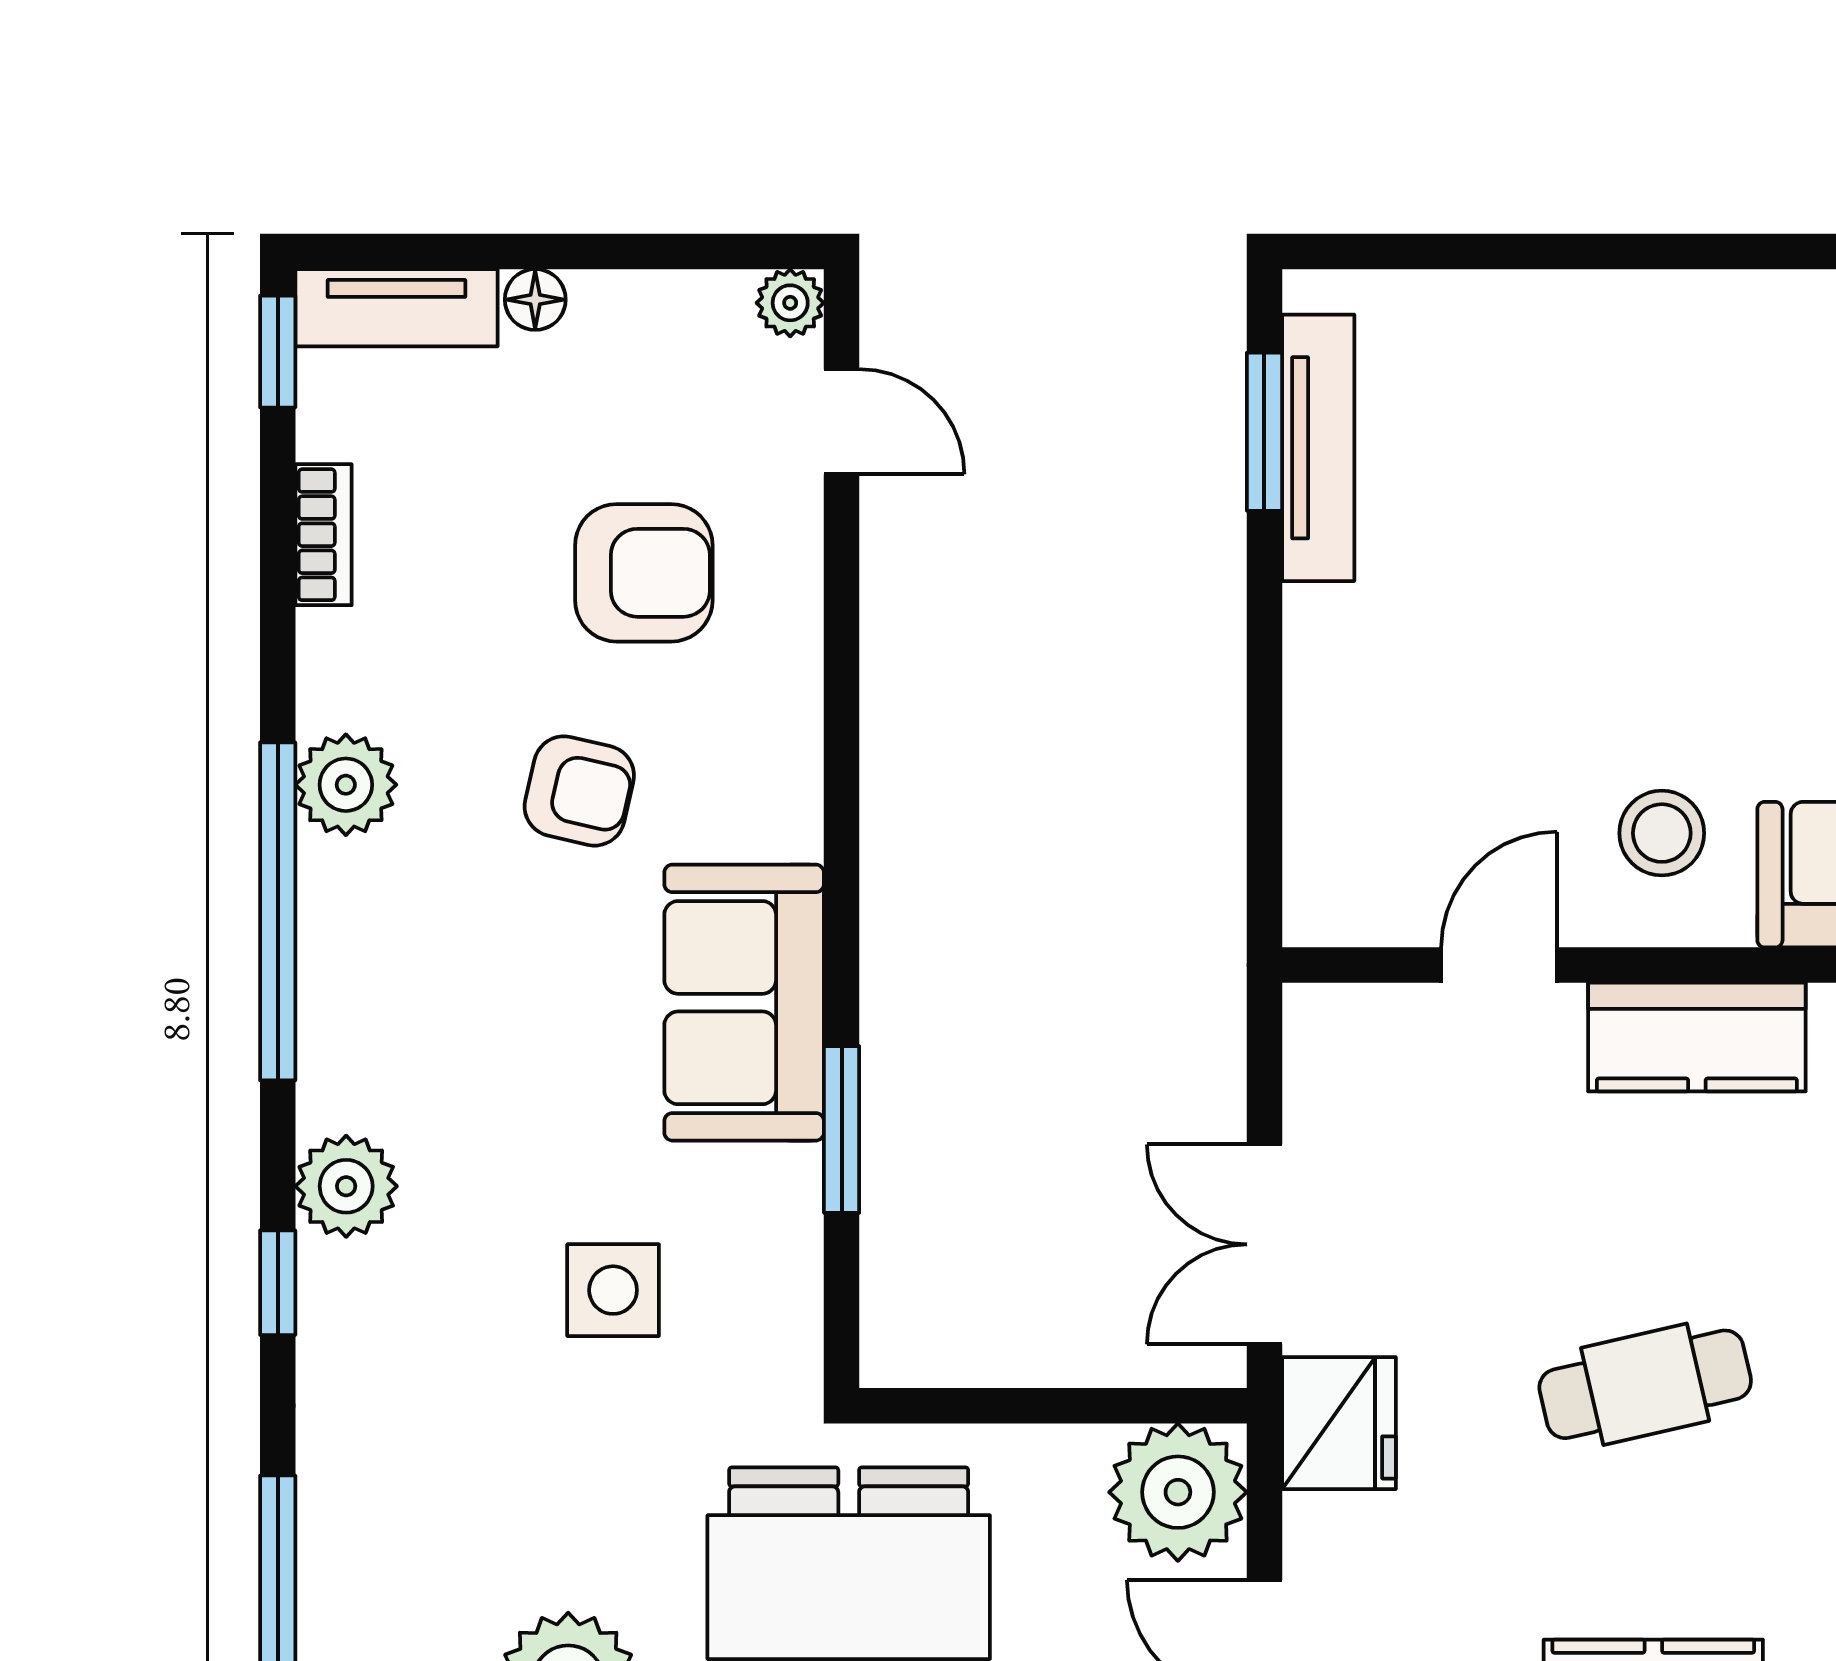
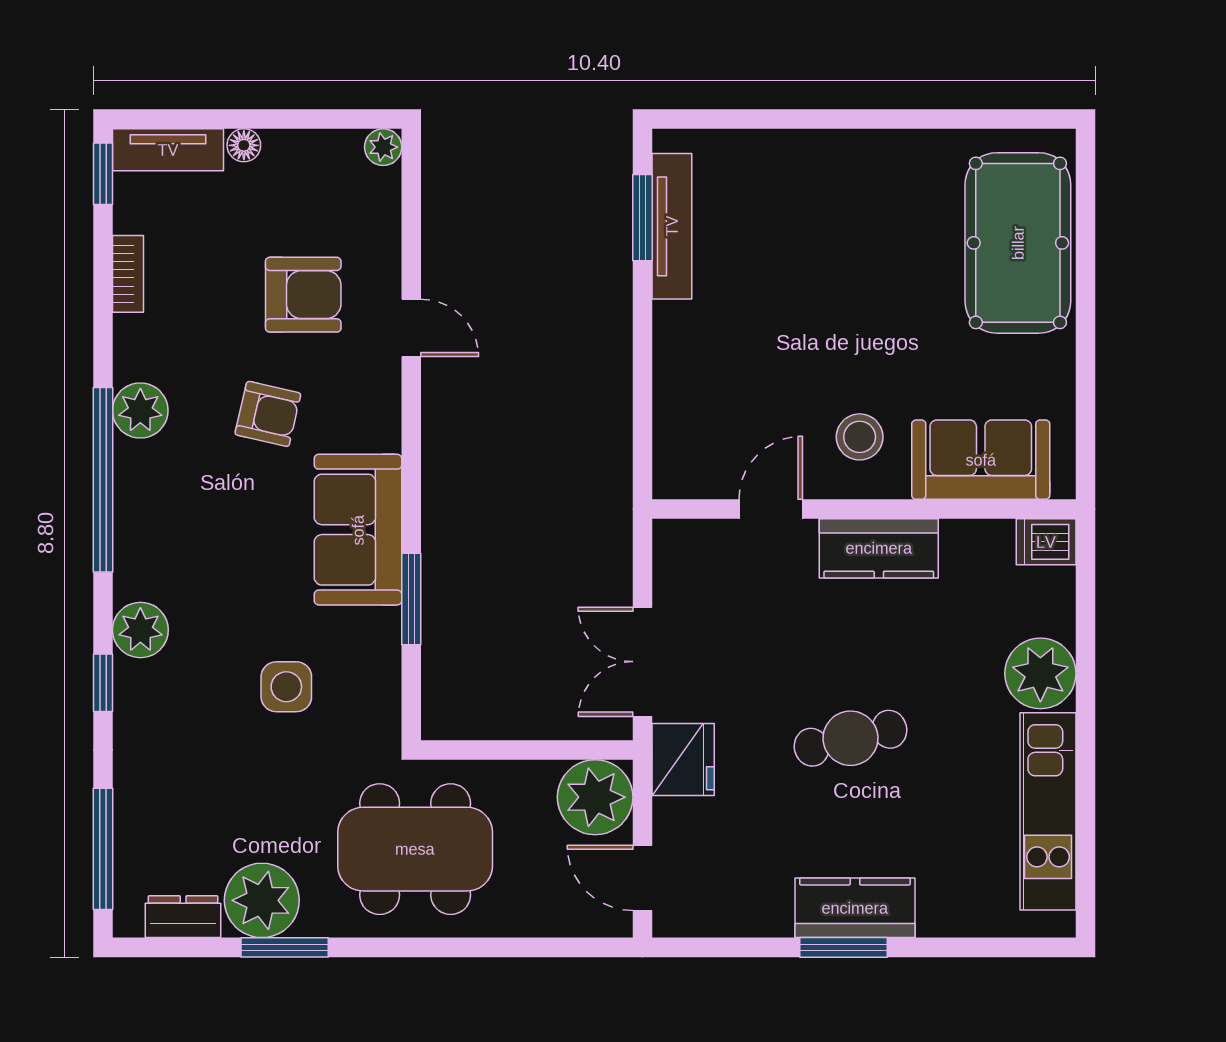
door: (842, 422) -> (411, 328), moved

